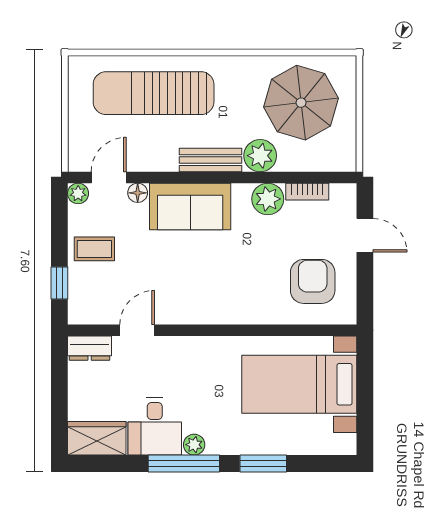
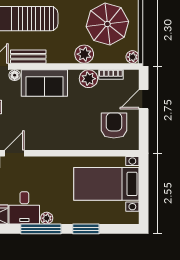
bench: (211, 160) -> (28, 57), moved
plant: (345, 161) -> (132, 57), added
door: (365, 235) -> (144, 99), swing flipped

